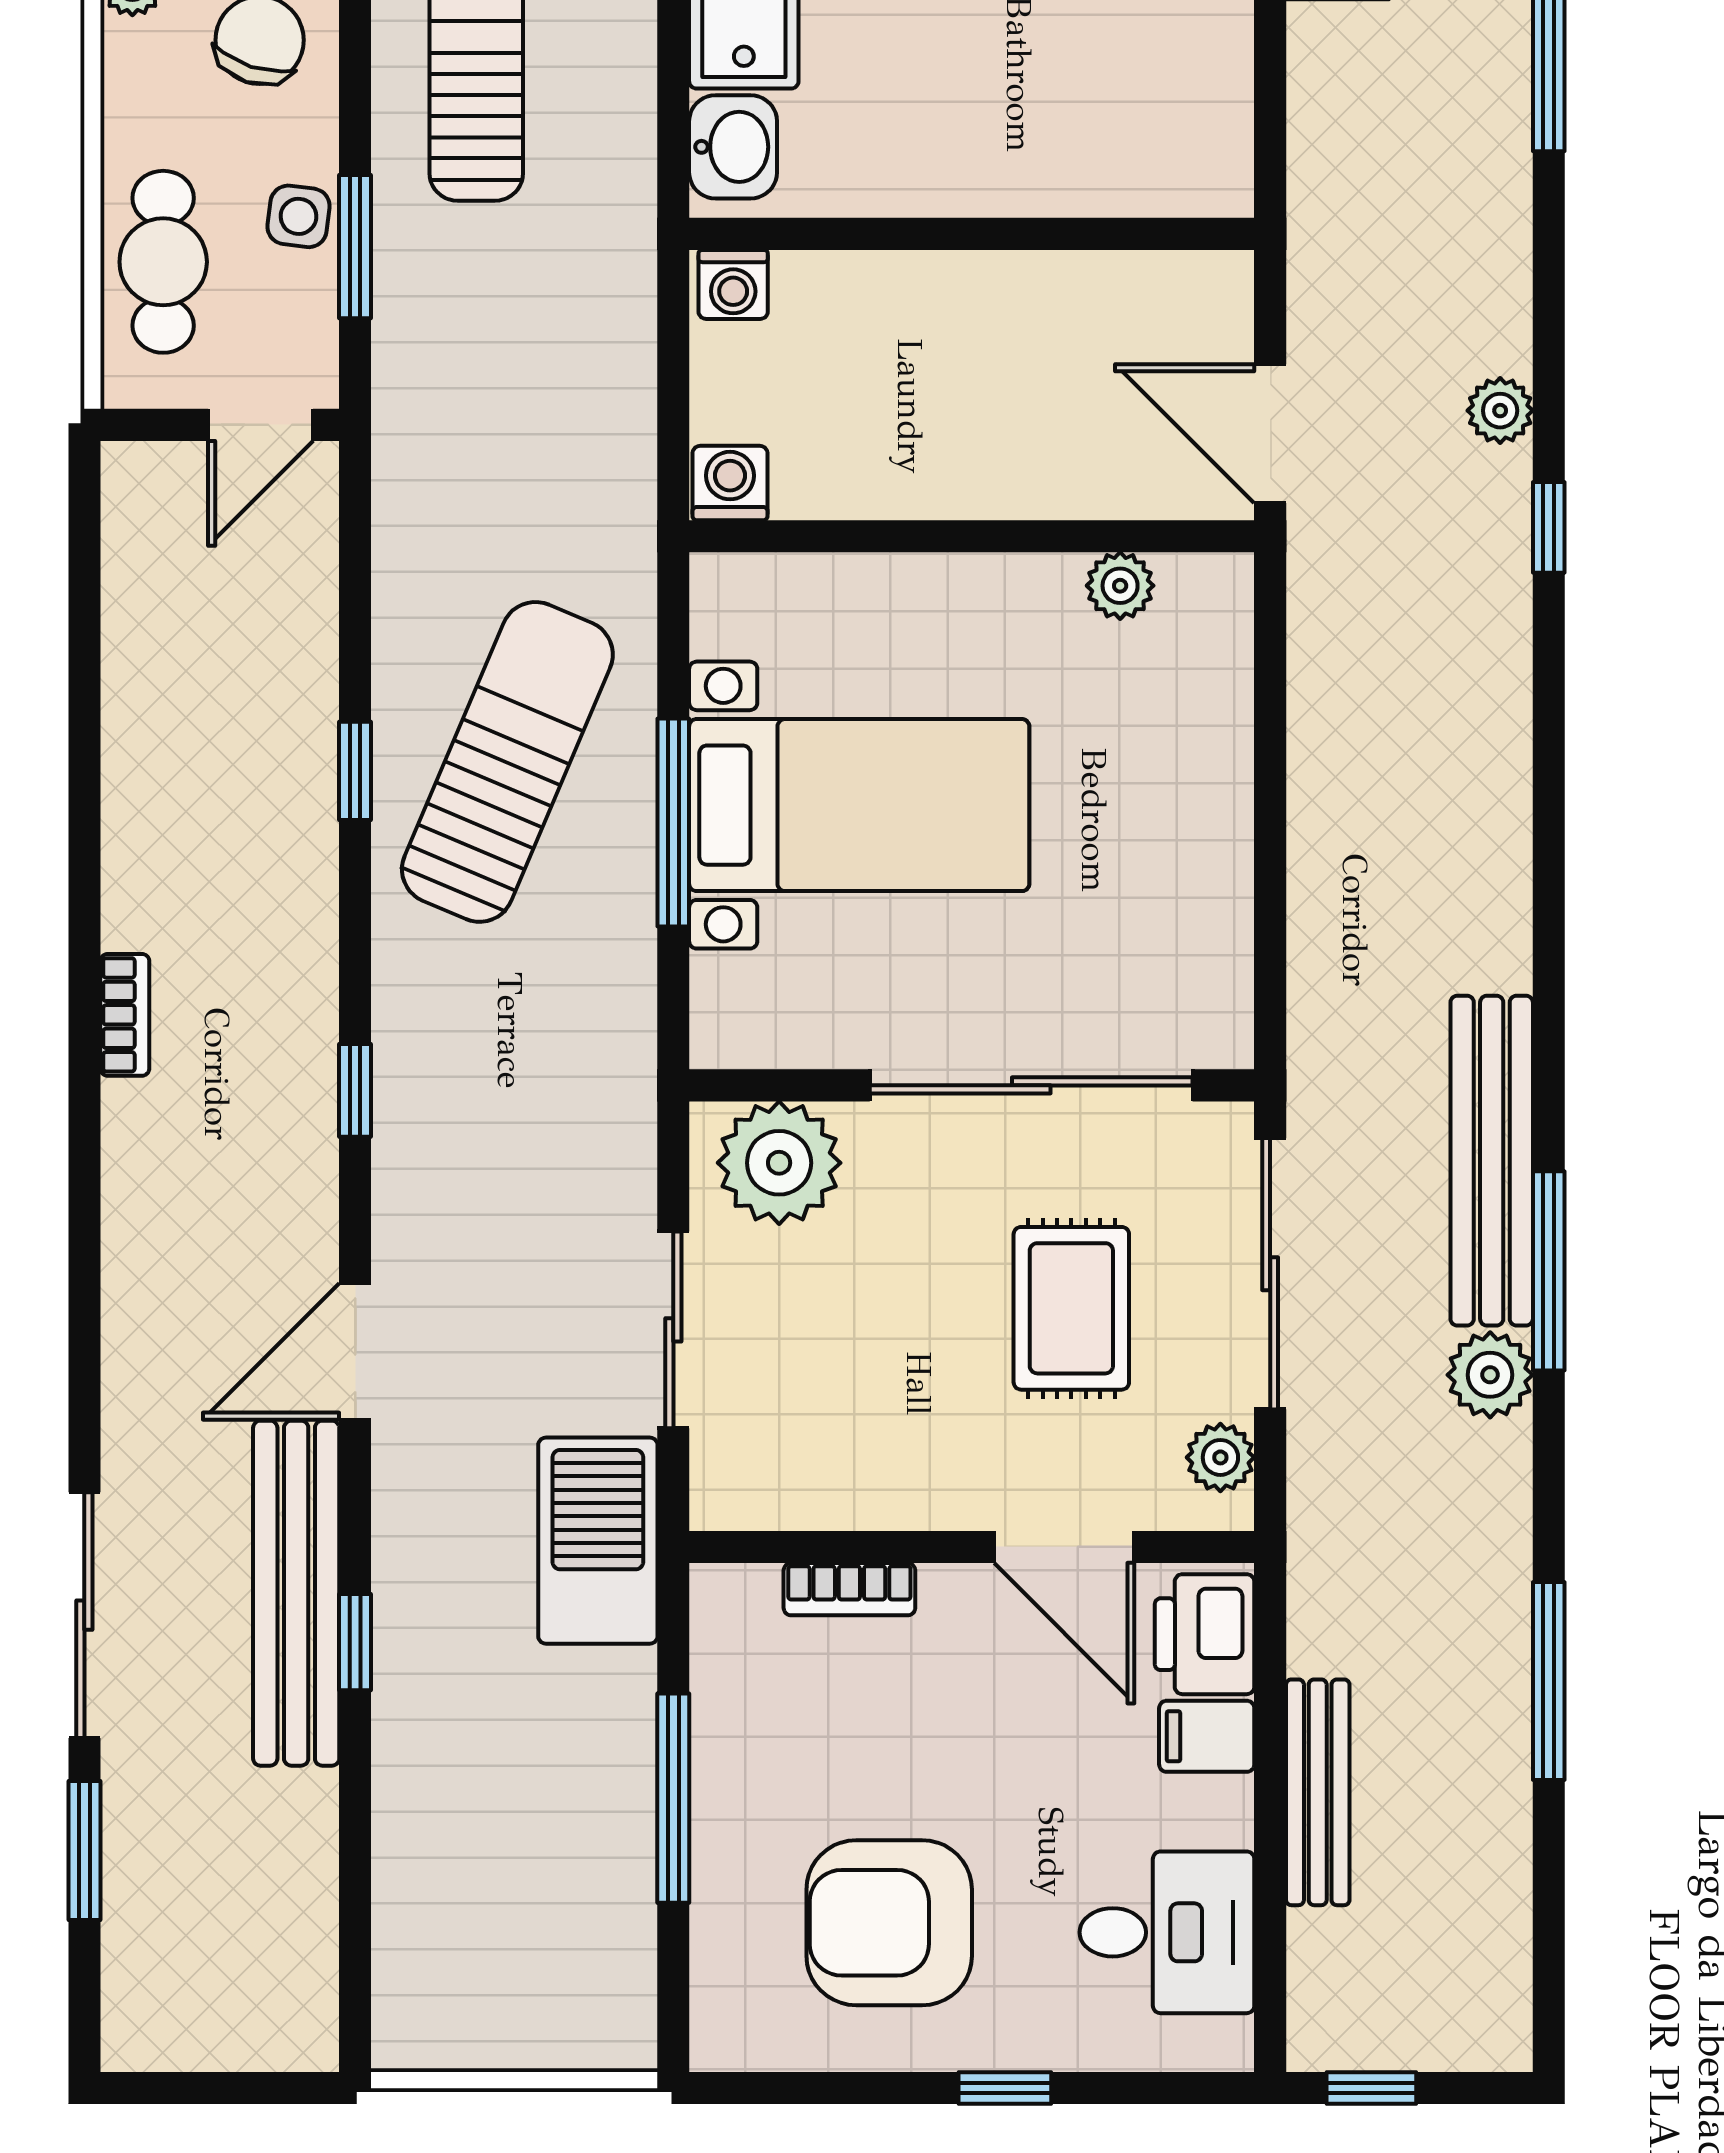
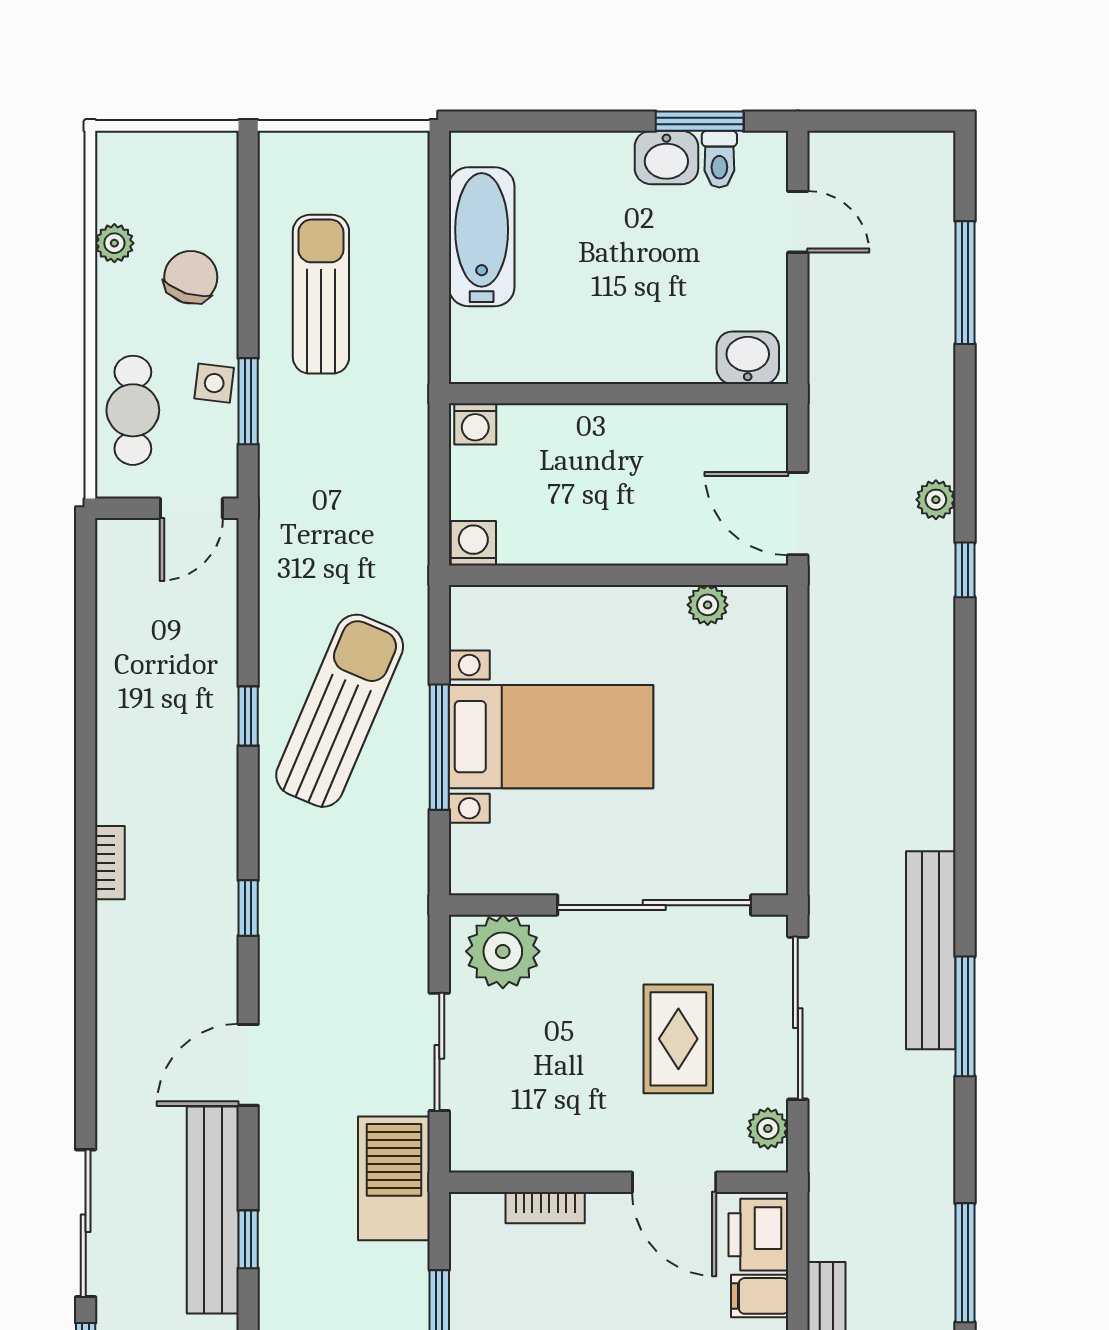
washbasin: (733, 147) -> (748, 358), moved, turned -90
plant: (1490, 1375) -> (930, 1079), removed

